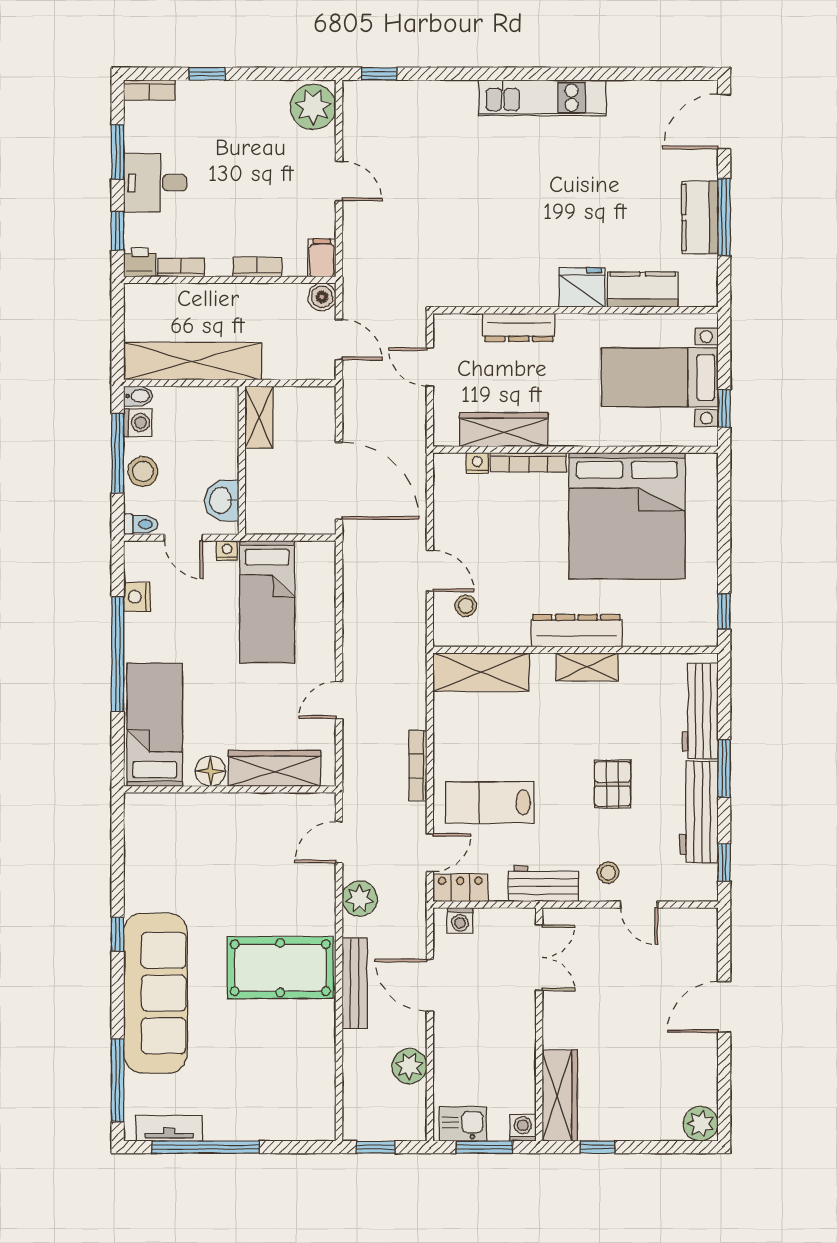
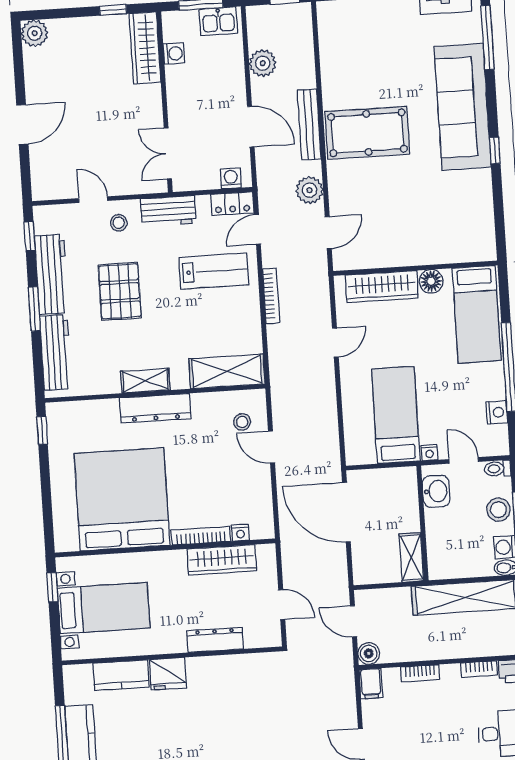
pallet: (613, 784) -> (120, 291), width x1.50, depth x1.42
washing machine: (523, 1128) -> (174, 53), moved, turned -90

